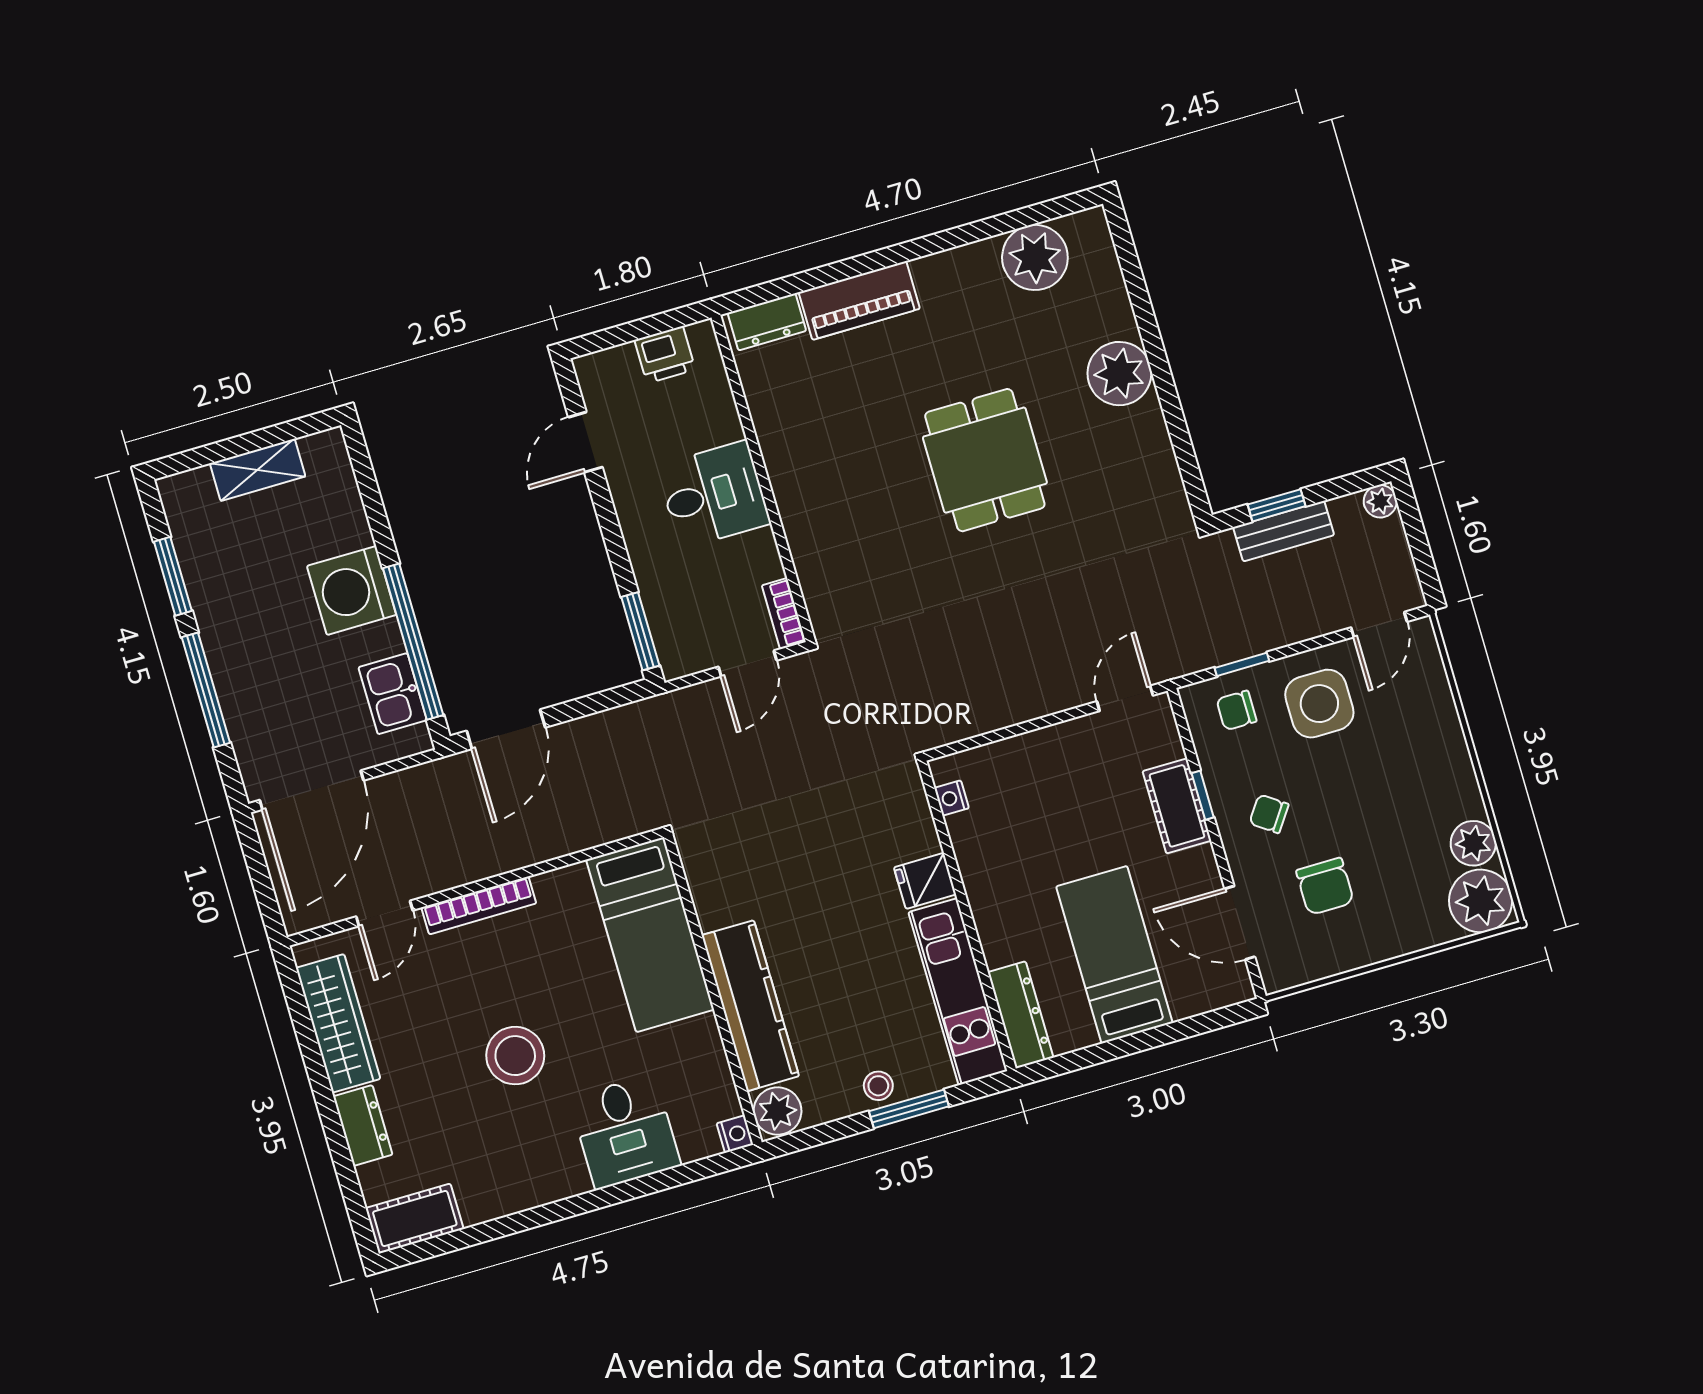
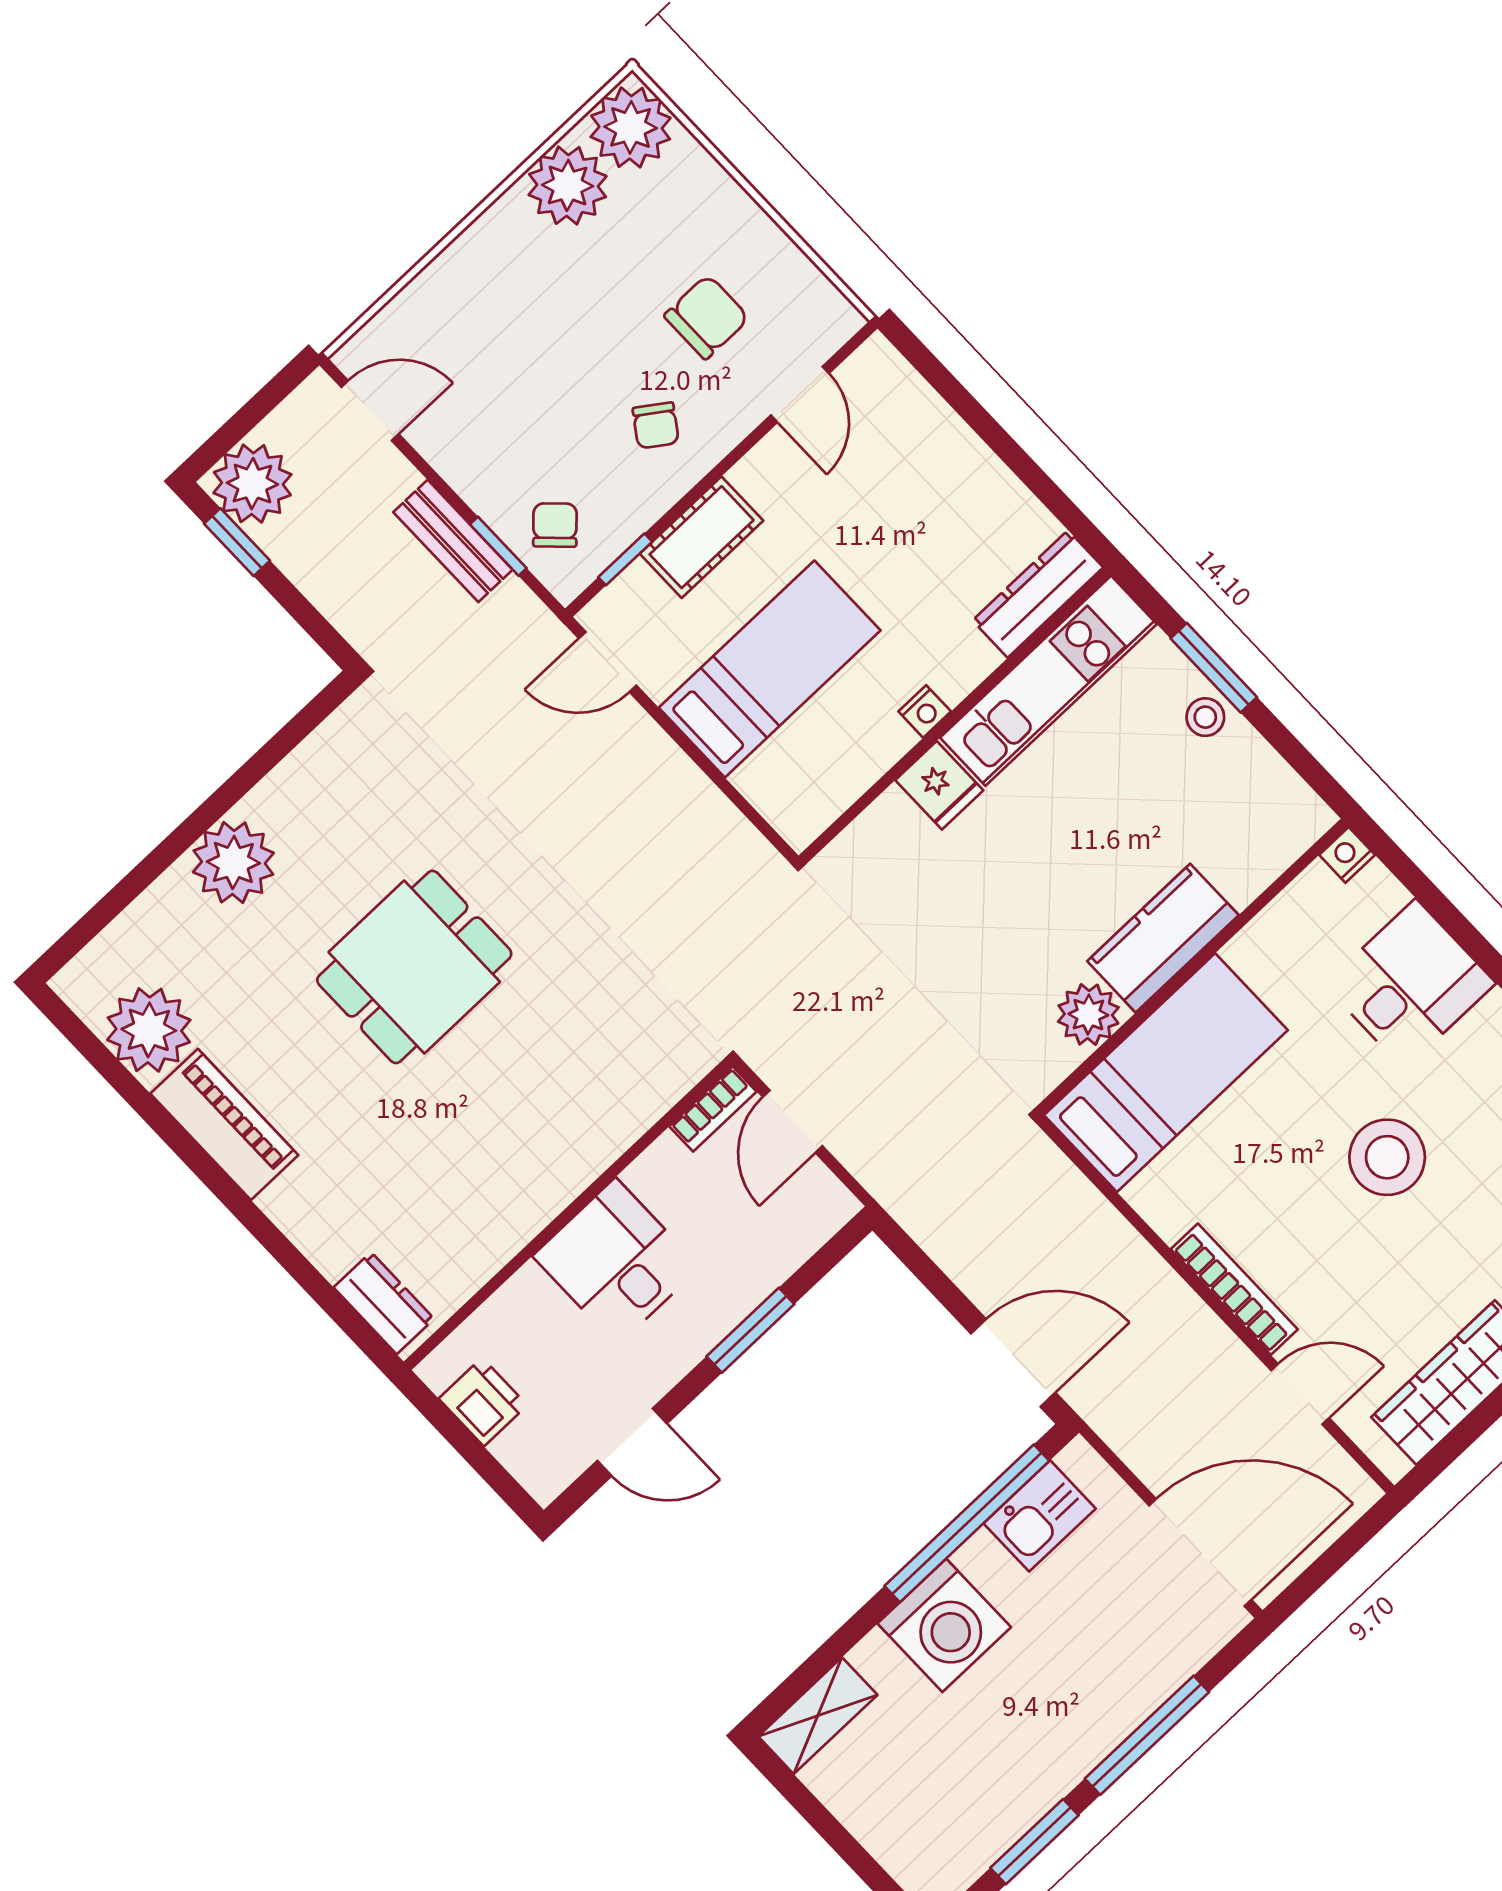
piano: (859, 300) -> (224, 1124), moved
shelving: (258, 470) -> (818, 1716), moved, turned 90
plant: (1380, 501) -> (252, 484), width x1.88, depth x1.88
window: (1277, 505) -> (237, 542), moved
bench: (1284, 531) -> (453, 541), moved
window: (640, 631) -> (750, 1330), moved
door: (747, 664) -> (793, 1121), swing flipped
side table: (1319, 704) -> (497, 433), removed
chair: (1236, 710) -> (555, 525), turned -136
window: (1203, 795) -> (625, 559), moved
nightstand: (952, 798) -> (925, 711), moved
plant: (1473, 843) -> (568, 185), width x1.36, depth x1.36
door: (1240, 923) -> (800, 394), width x0.73
bed: (1114, 955) -> (770, 669), moved, turned 180
kitchen counter: (750, 1006) -> (1163, 938), width x0.67
plant: (777, 1111) -> (1088, 1015), moved

